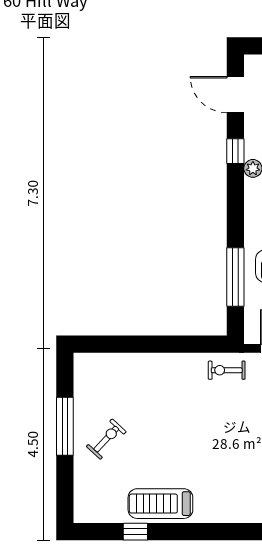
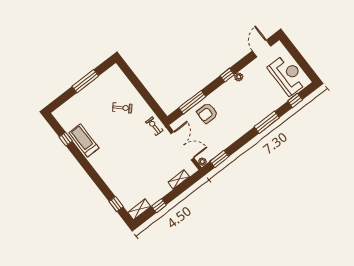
window: (235, 151) -> (227, 75), moved
exercise bike: (106, 439) -> (122, 108), moved

